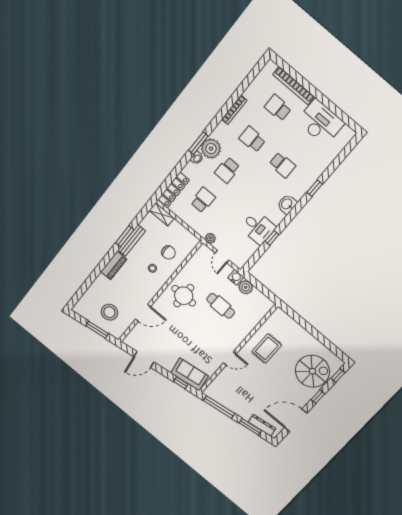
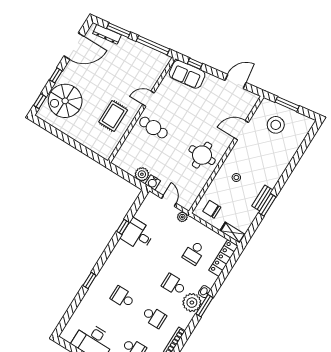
school desk: (227, 170) -> (174, 285), turned -90
washbasin: (287, 204) -> (113, 261), removed
bench: (132, 241) -> (262, 198), width x0.73
chair: (169, 252) -> (212, 209), moved
piano: (114, 266) -> (276, 174), removed
cafe table: (221, 306) -> (153, 128), moved

